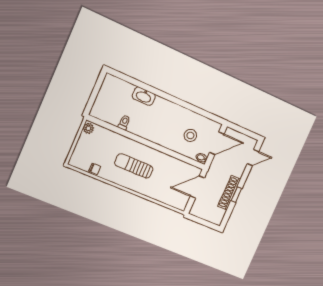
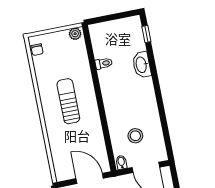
window: (124, 77) -> (146, 34), added
chair: (95, 169) -> (37, 50), moved

